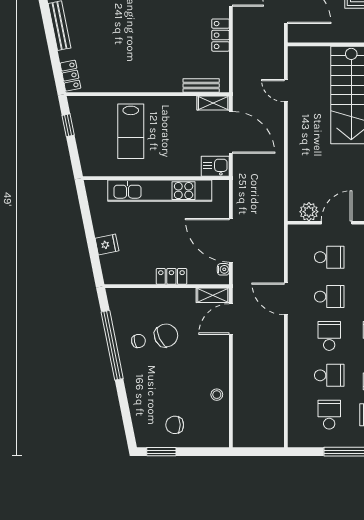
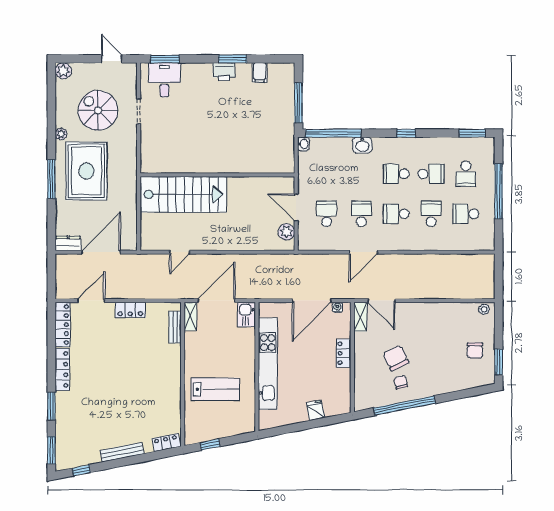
stool: (217, 395) -> (484, 309), moved

